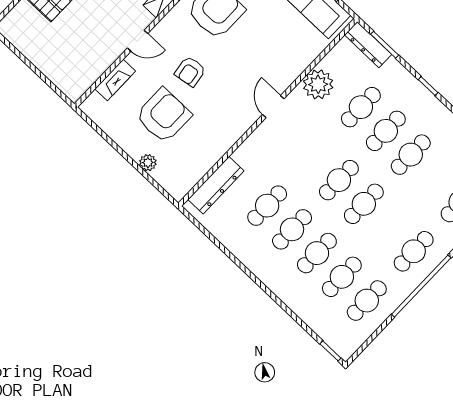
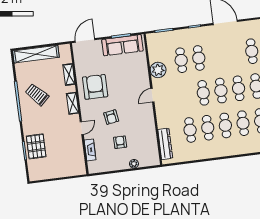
dresser: (368, 45) -> (158, 37), removed
door: (273, 107) -> (152, 95), hinge flipped
armchair: (163, 116) -> (120, 142), width x0.53, depth x0.53
cafe table: (411, 155) -> (239, 88), moved

